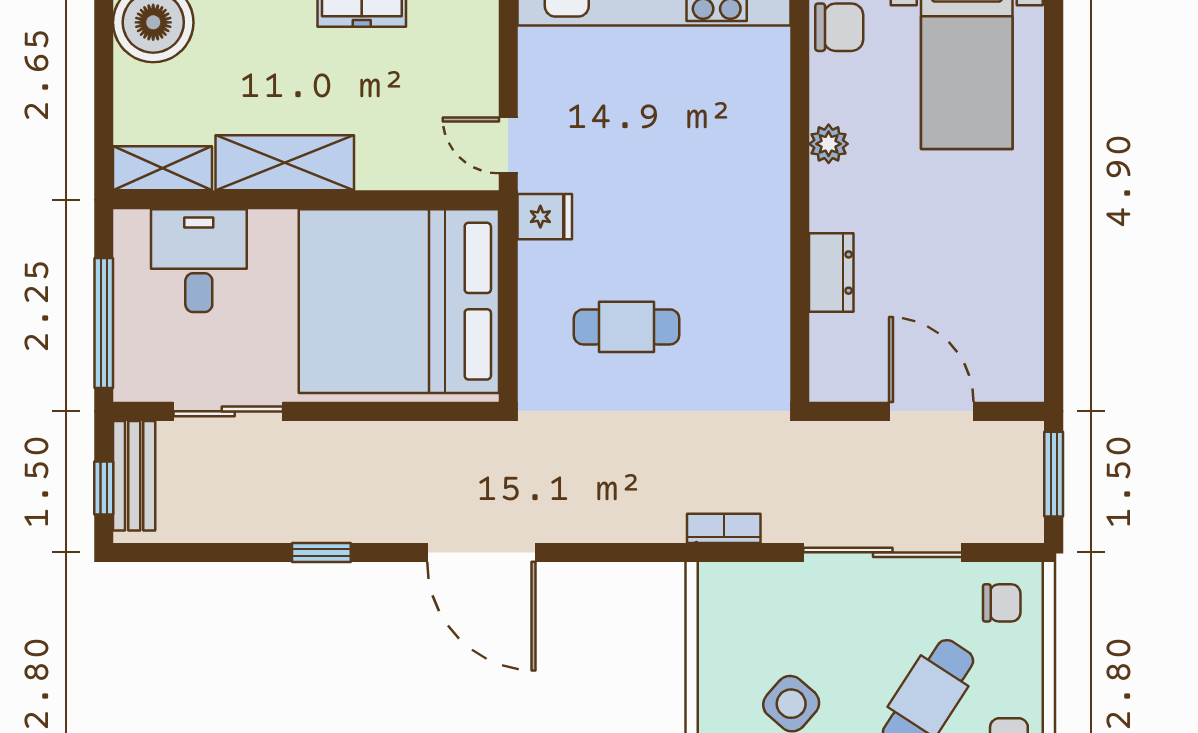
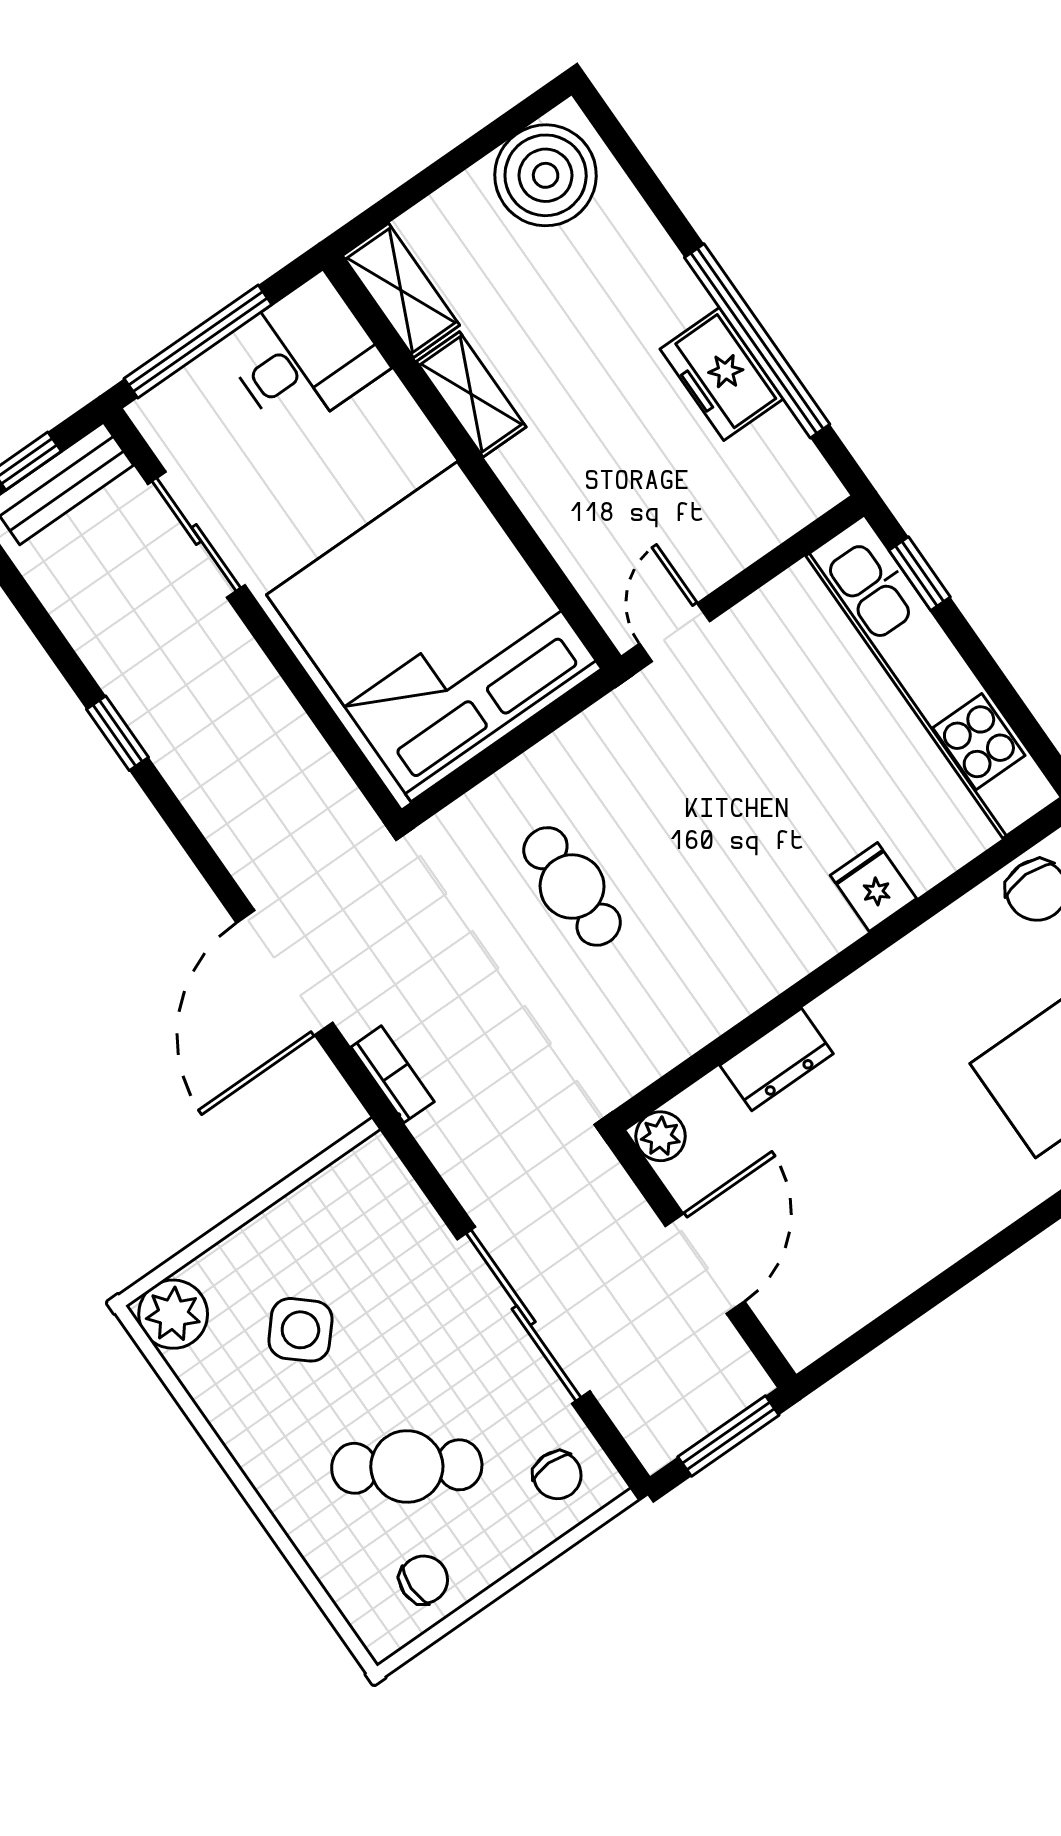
plant: (829, 144) -> (661, 1136), moved
shelving: (285, 163) -> (471, 394), width x0.67, depth x0.75
fridge: (545, 217) -> (873, 887), moved, turned 180
desk: (199, 261) -> (304, 356), moved
bookcase: (724, 528) -> (393, 1074), moved
door: (481, 552) -> (285, 973), moved

